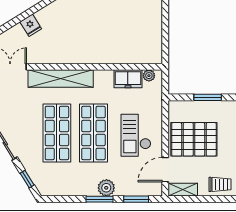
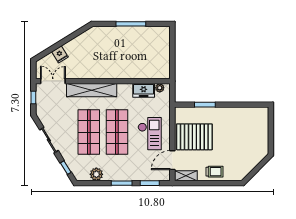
fridge: (31, 25) -> (60, 54), moved
checkout: (136, 135) -> (150, 134), turned 180
plant: (106, 188) -> (96, 174), moved

